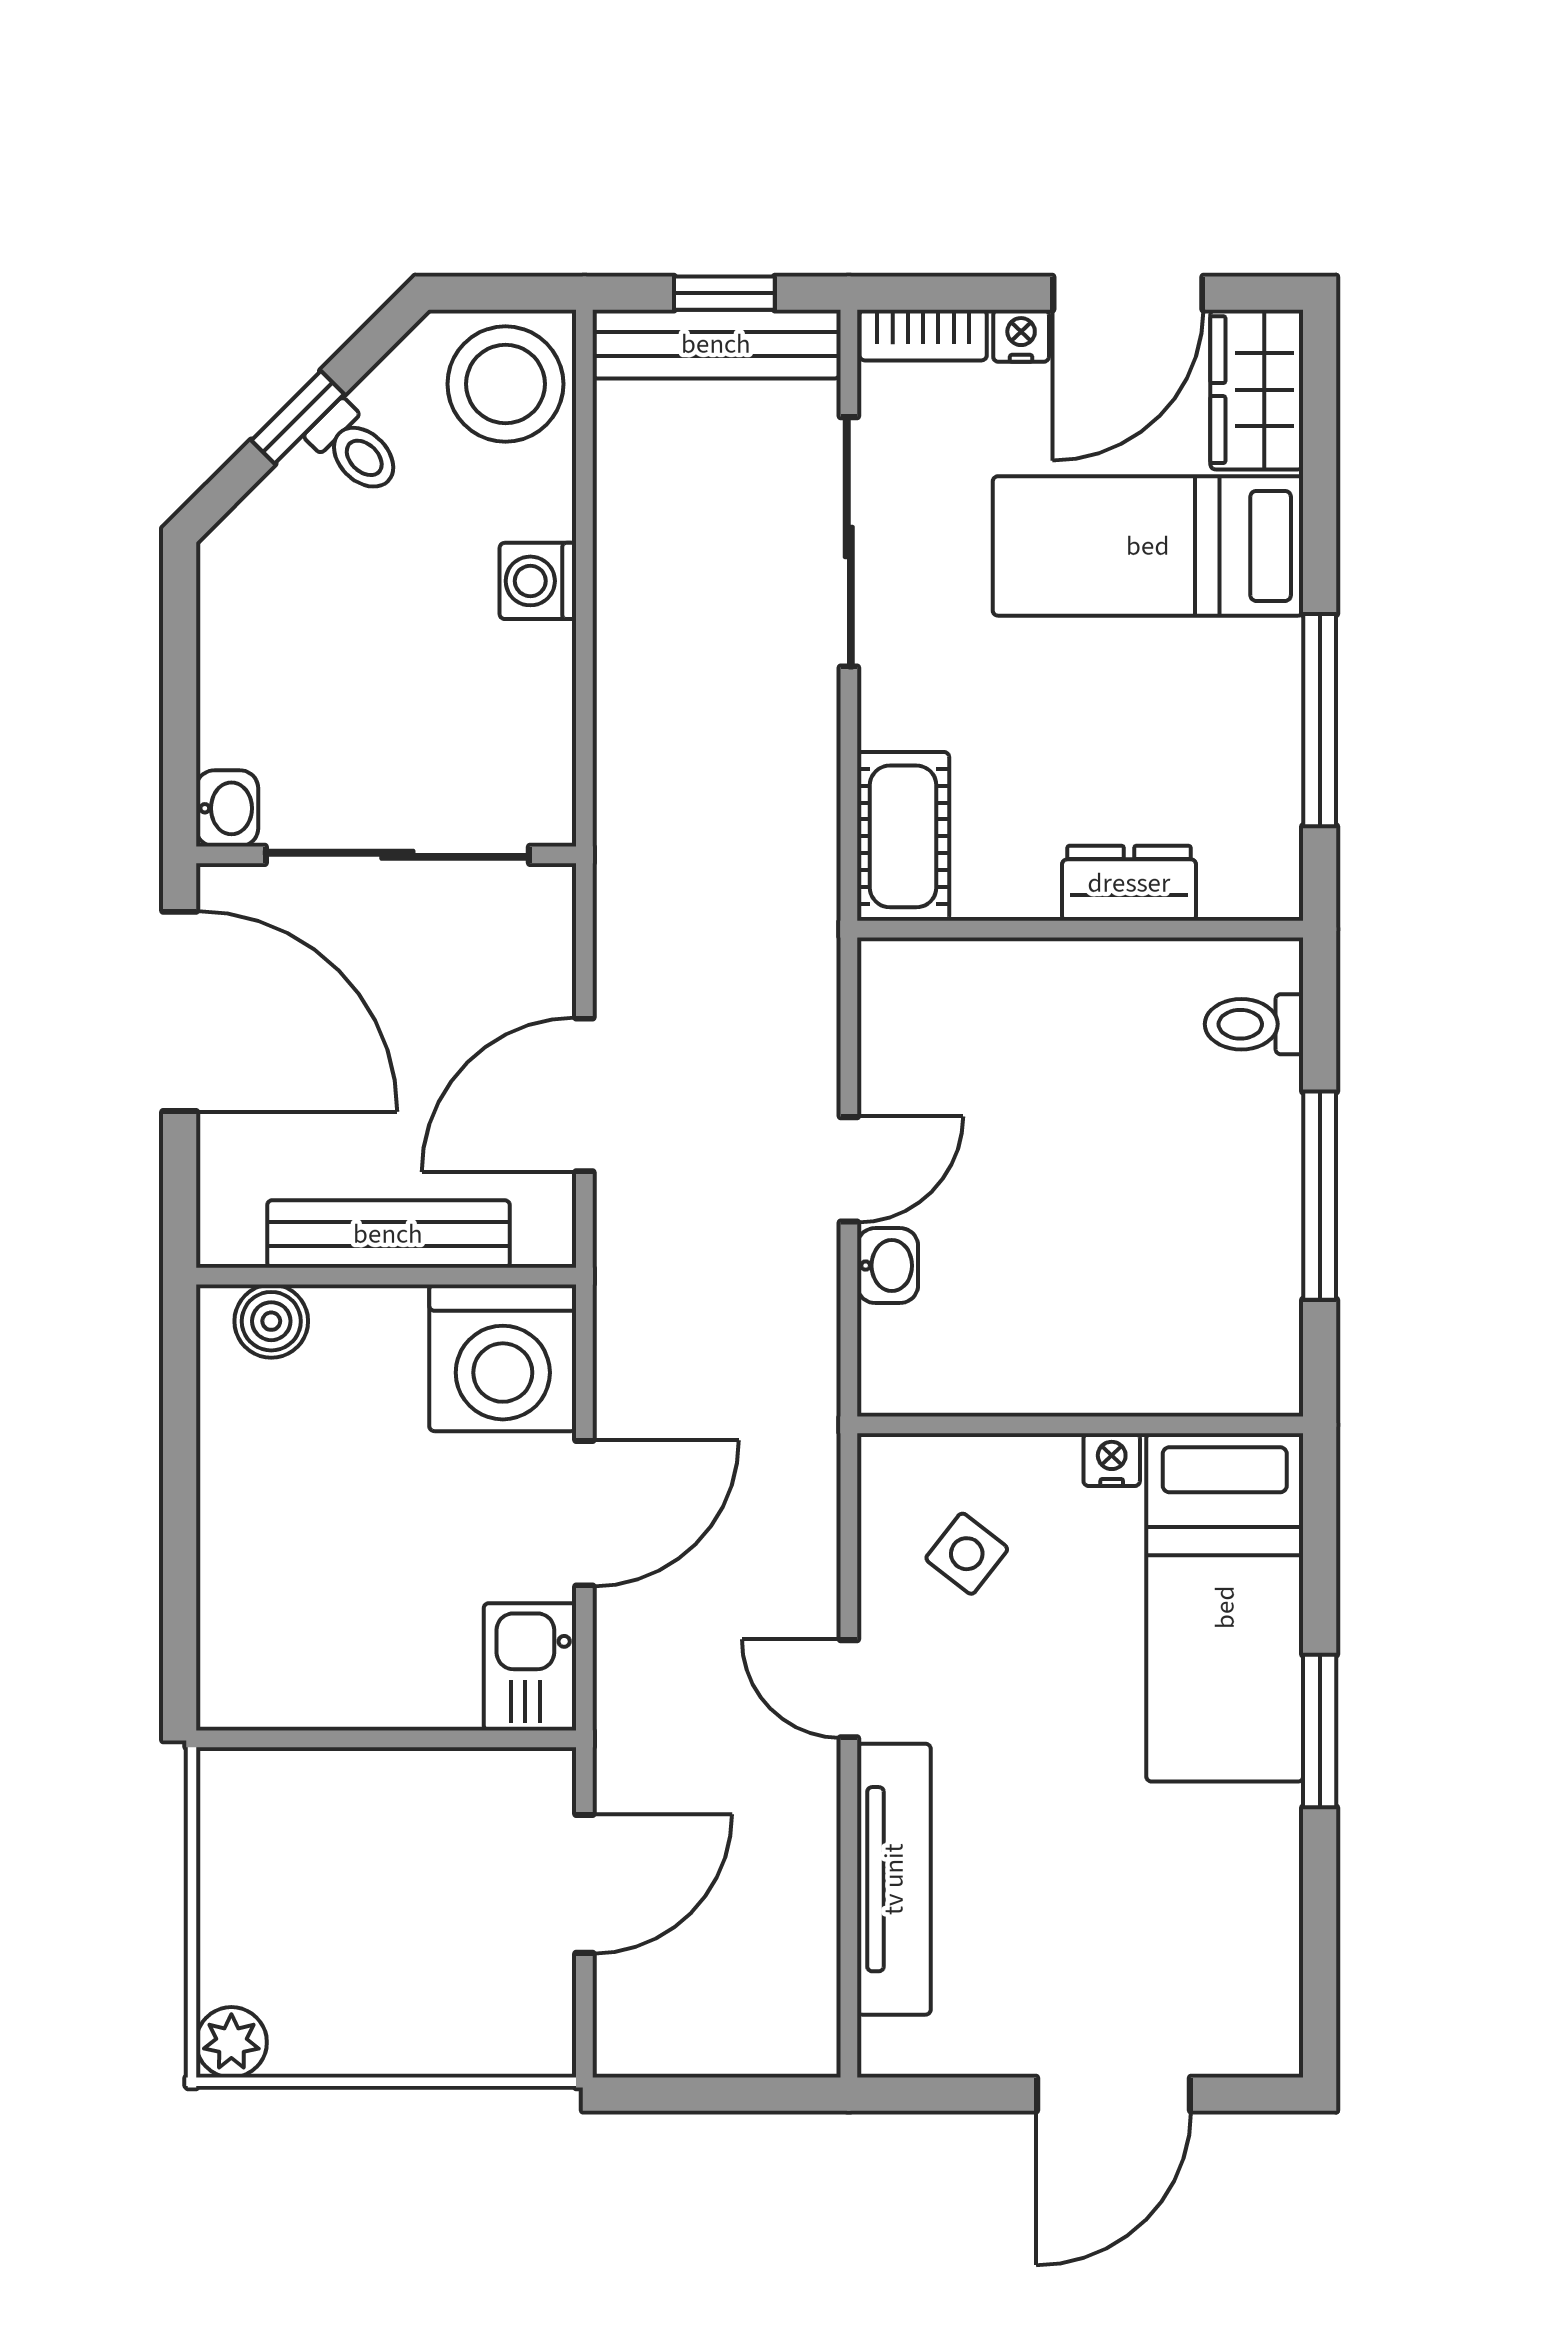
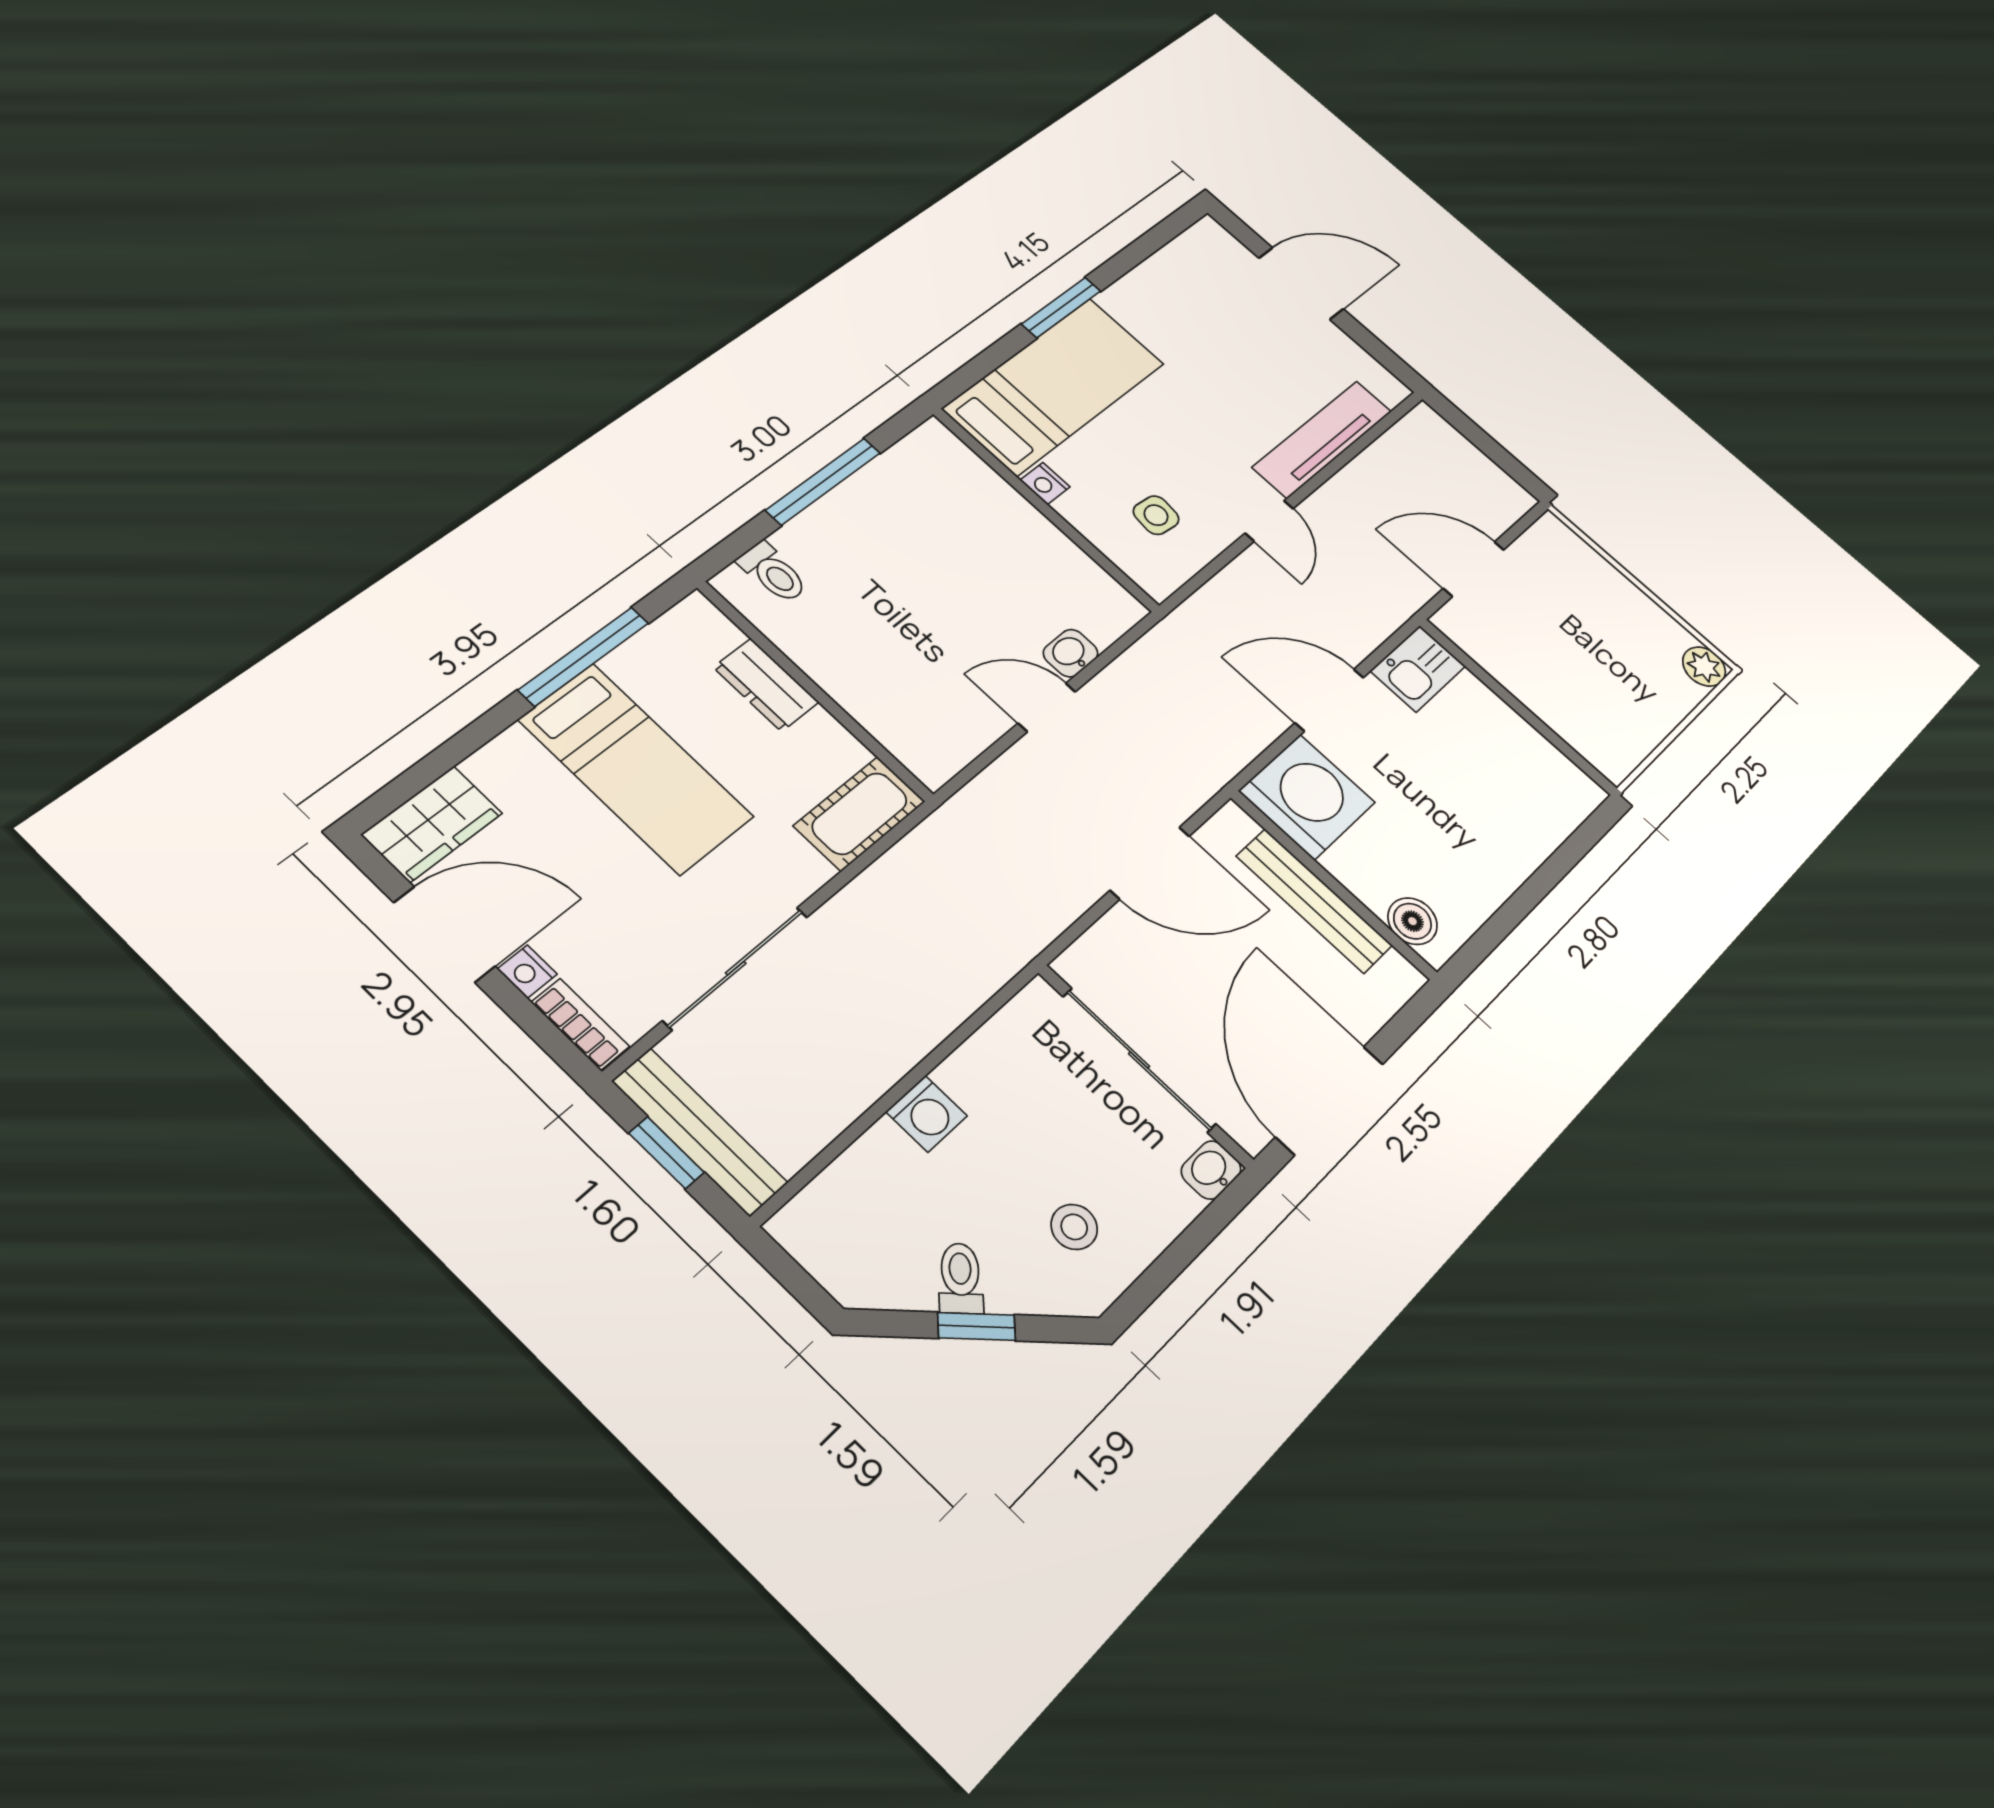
stool: (505, 384) -> (1074, 1227), moved, width x0.53, depth x0.53
bed: (1148, 546) -> (636, 768), moved
side table: (967, 1554) -> (1156, 515), turned -32

